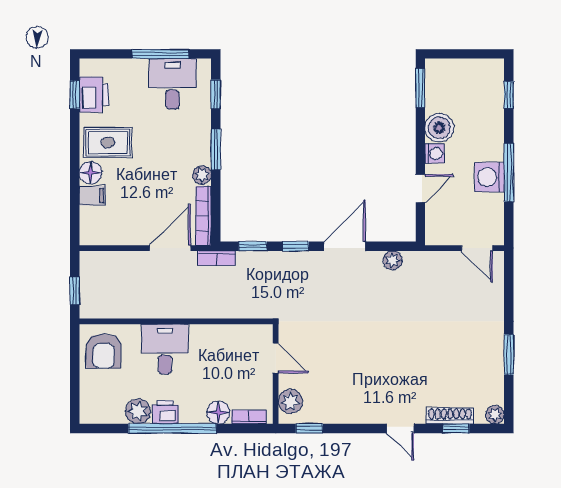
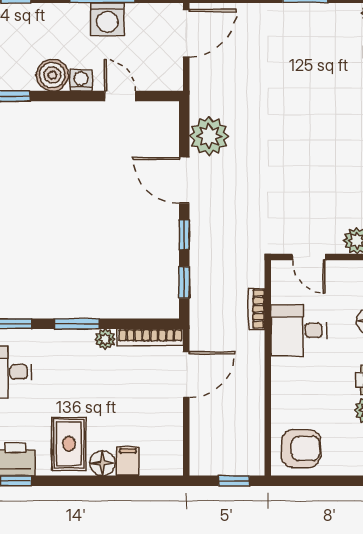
door: (170, 248) -> (186, 375), swing flipped
door: (477, 248) -> (186, 33), width x1.38
bookcase: (217, 258) -> (257, 309), moved, turned 180
plant: (393, 260) -> (209, 136), width x1.87, depth x1.87
desk: (165, 349) -> (299, 330), moved
door: (276, 358) -> (309, 257), swing flipped

